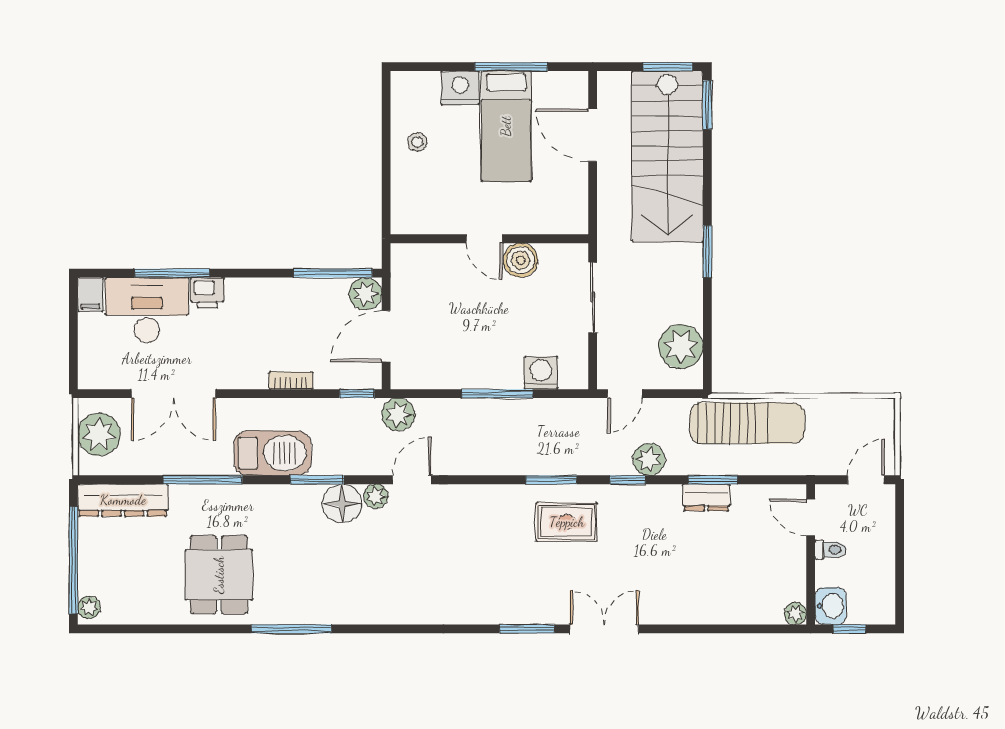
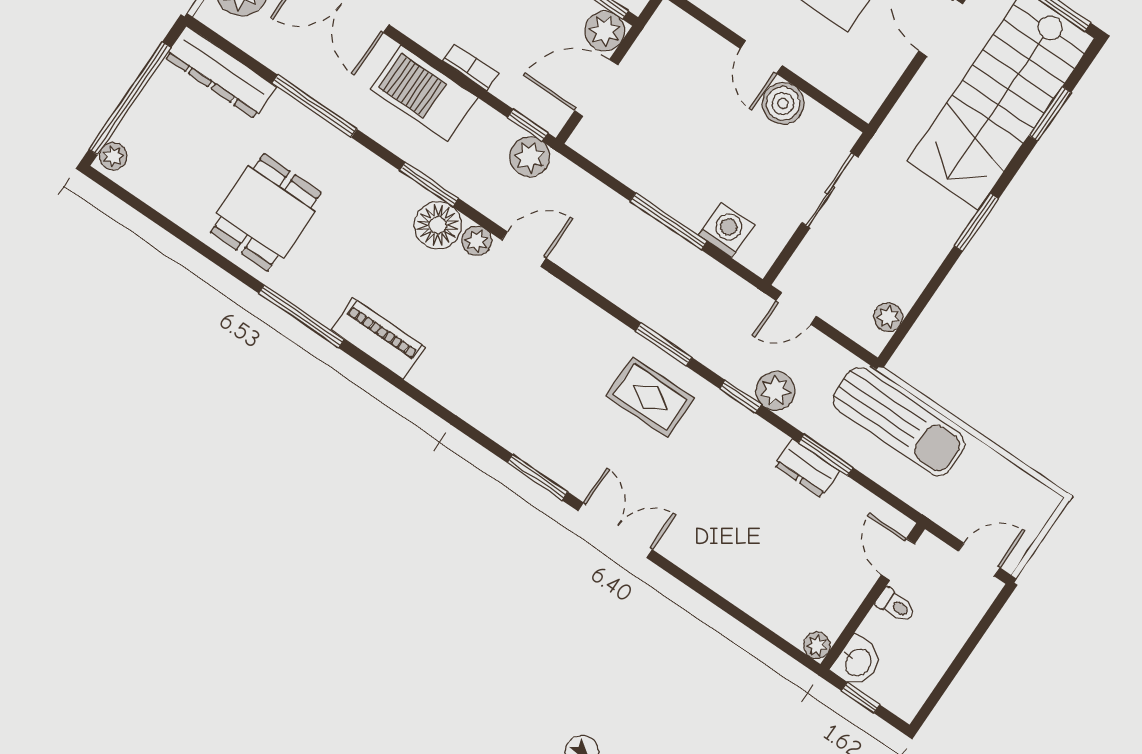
window: (707, 105) -> (1050, 114), moved
plant: (681, 346) -> (888, 317), width x0.53, depth x0.53
plant: (398, 414) -> (530, 157), moved
barbecue: (273, 453) -> (424, 94), moved, turned 180
piano: (354, 608) -> (378, 339), added

